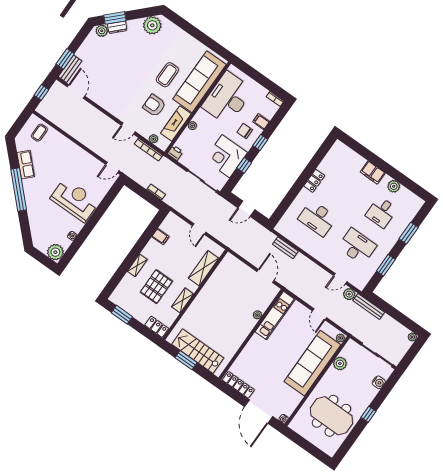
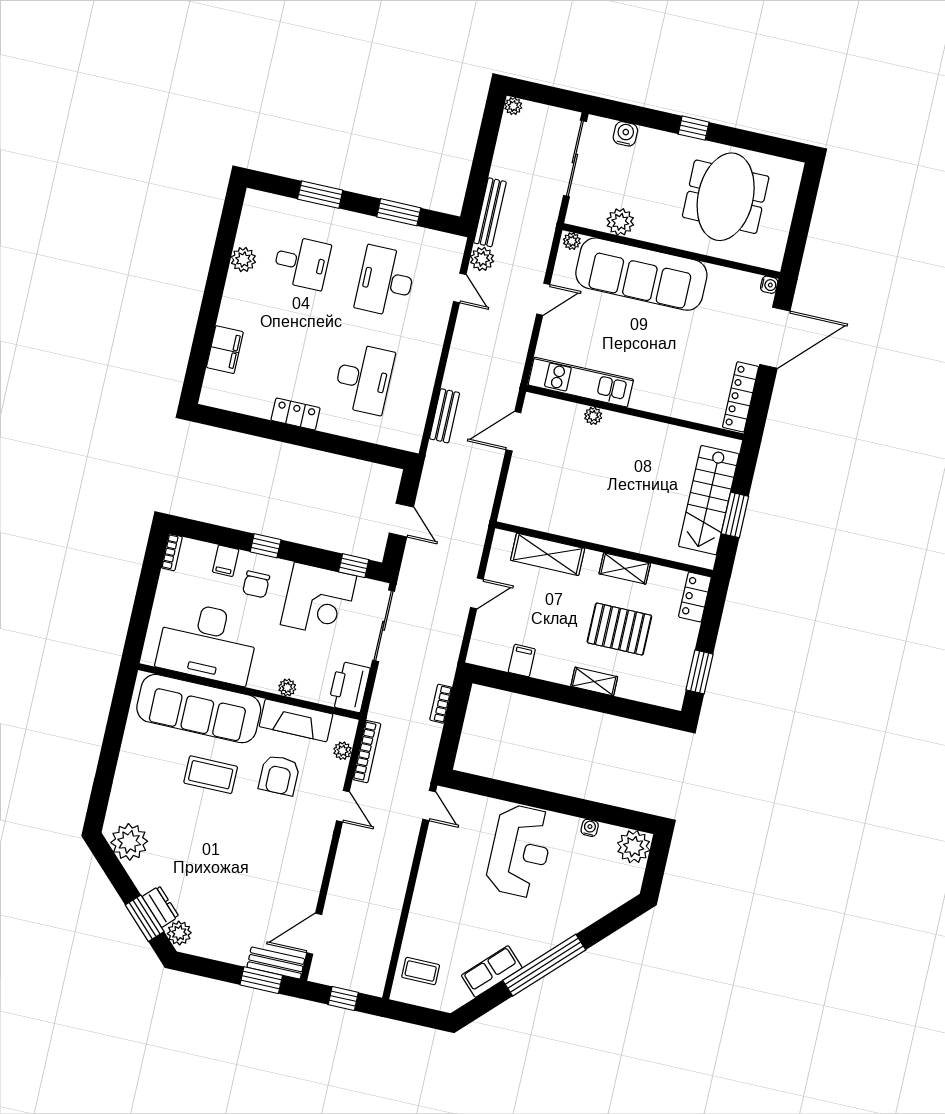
printer: (175, 153) -> (349, 687), width x1.87, depth x1.48
window: (244, 165) -> (354, 566), moved
filing cabinet: (373, 172) -> (225, 350), moved
reception desk: (75, 200) -> (520, 851), turned 180

